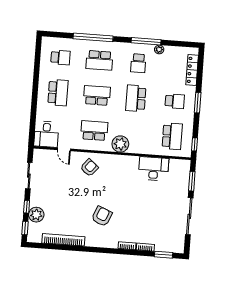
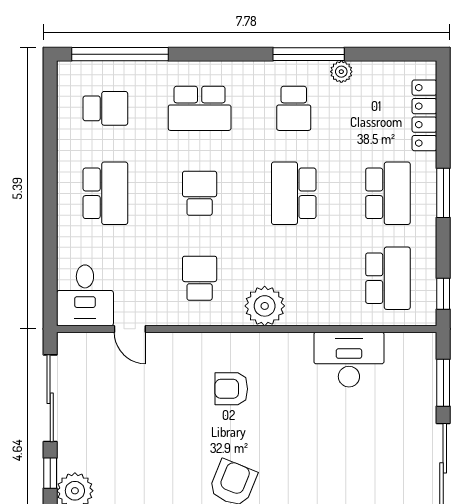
window: (93, 37) -> (120, 54), moved
school desk: (97, 95) -> (200, 193), width x0.54
school desk: (175, 101) -> (388, 193), width x1.85
school desk: (94, 131) -> (200, 278), width x0.54
armchair: (89, 168) -> (231, 389), moved, turned -130
sliding door: (29, 176) -> (50, 398), width x1.37

